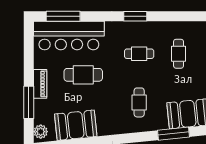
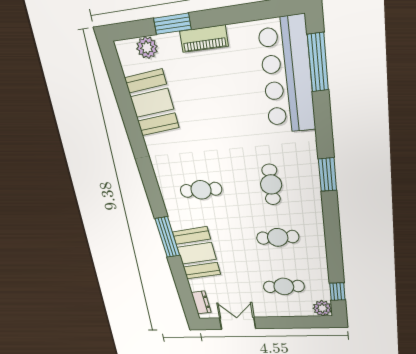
cafe table: (83, 75) -> (228, 106), removed
window: (29, 102) -> (172, 24), width x0.69
plant: (41, 132) -> (147, 48), moved

